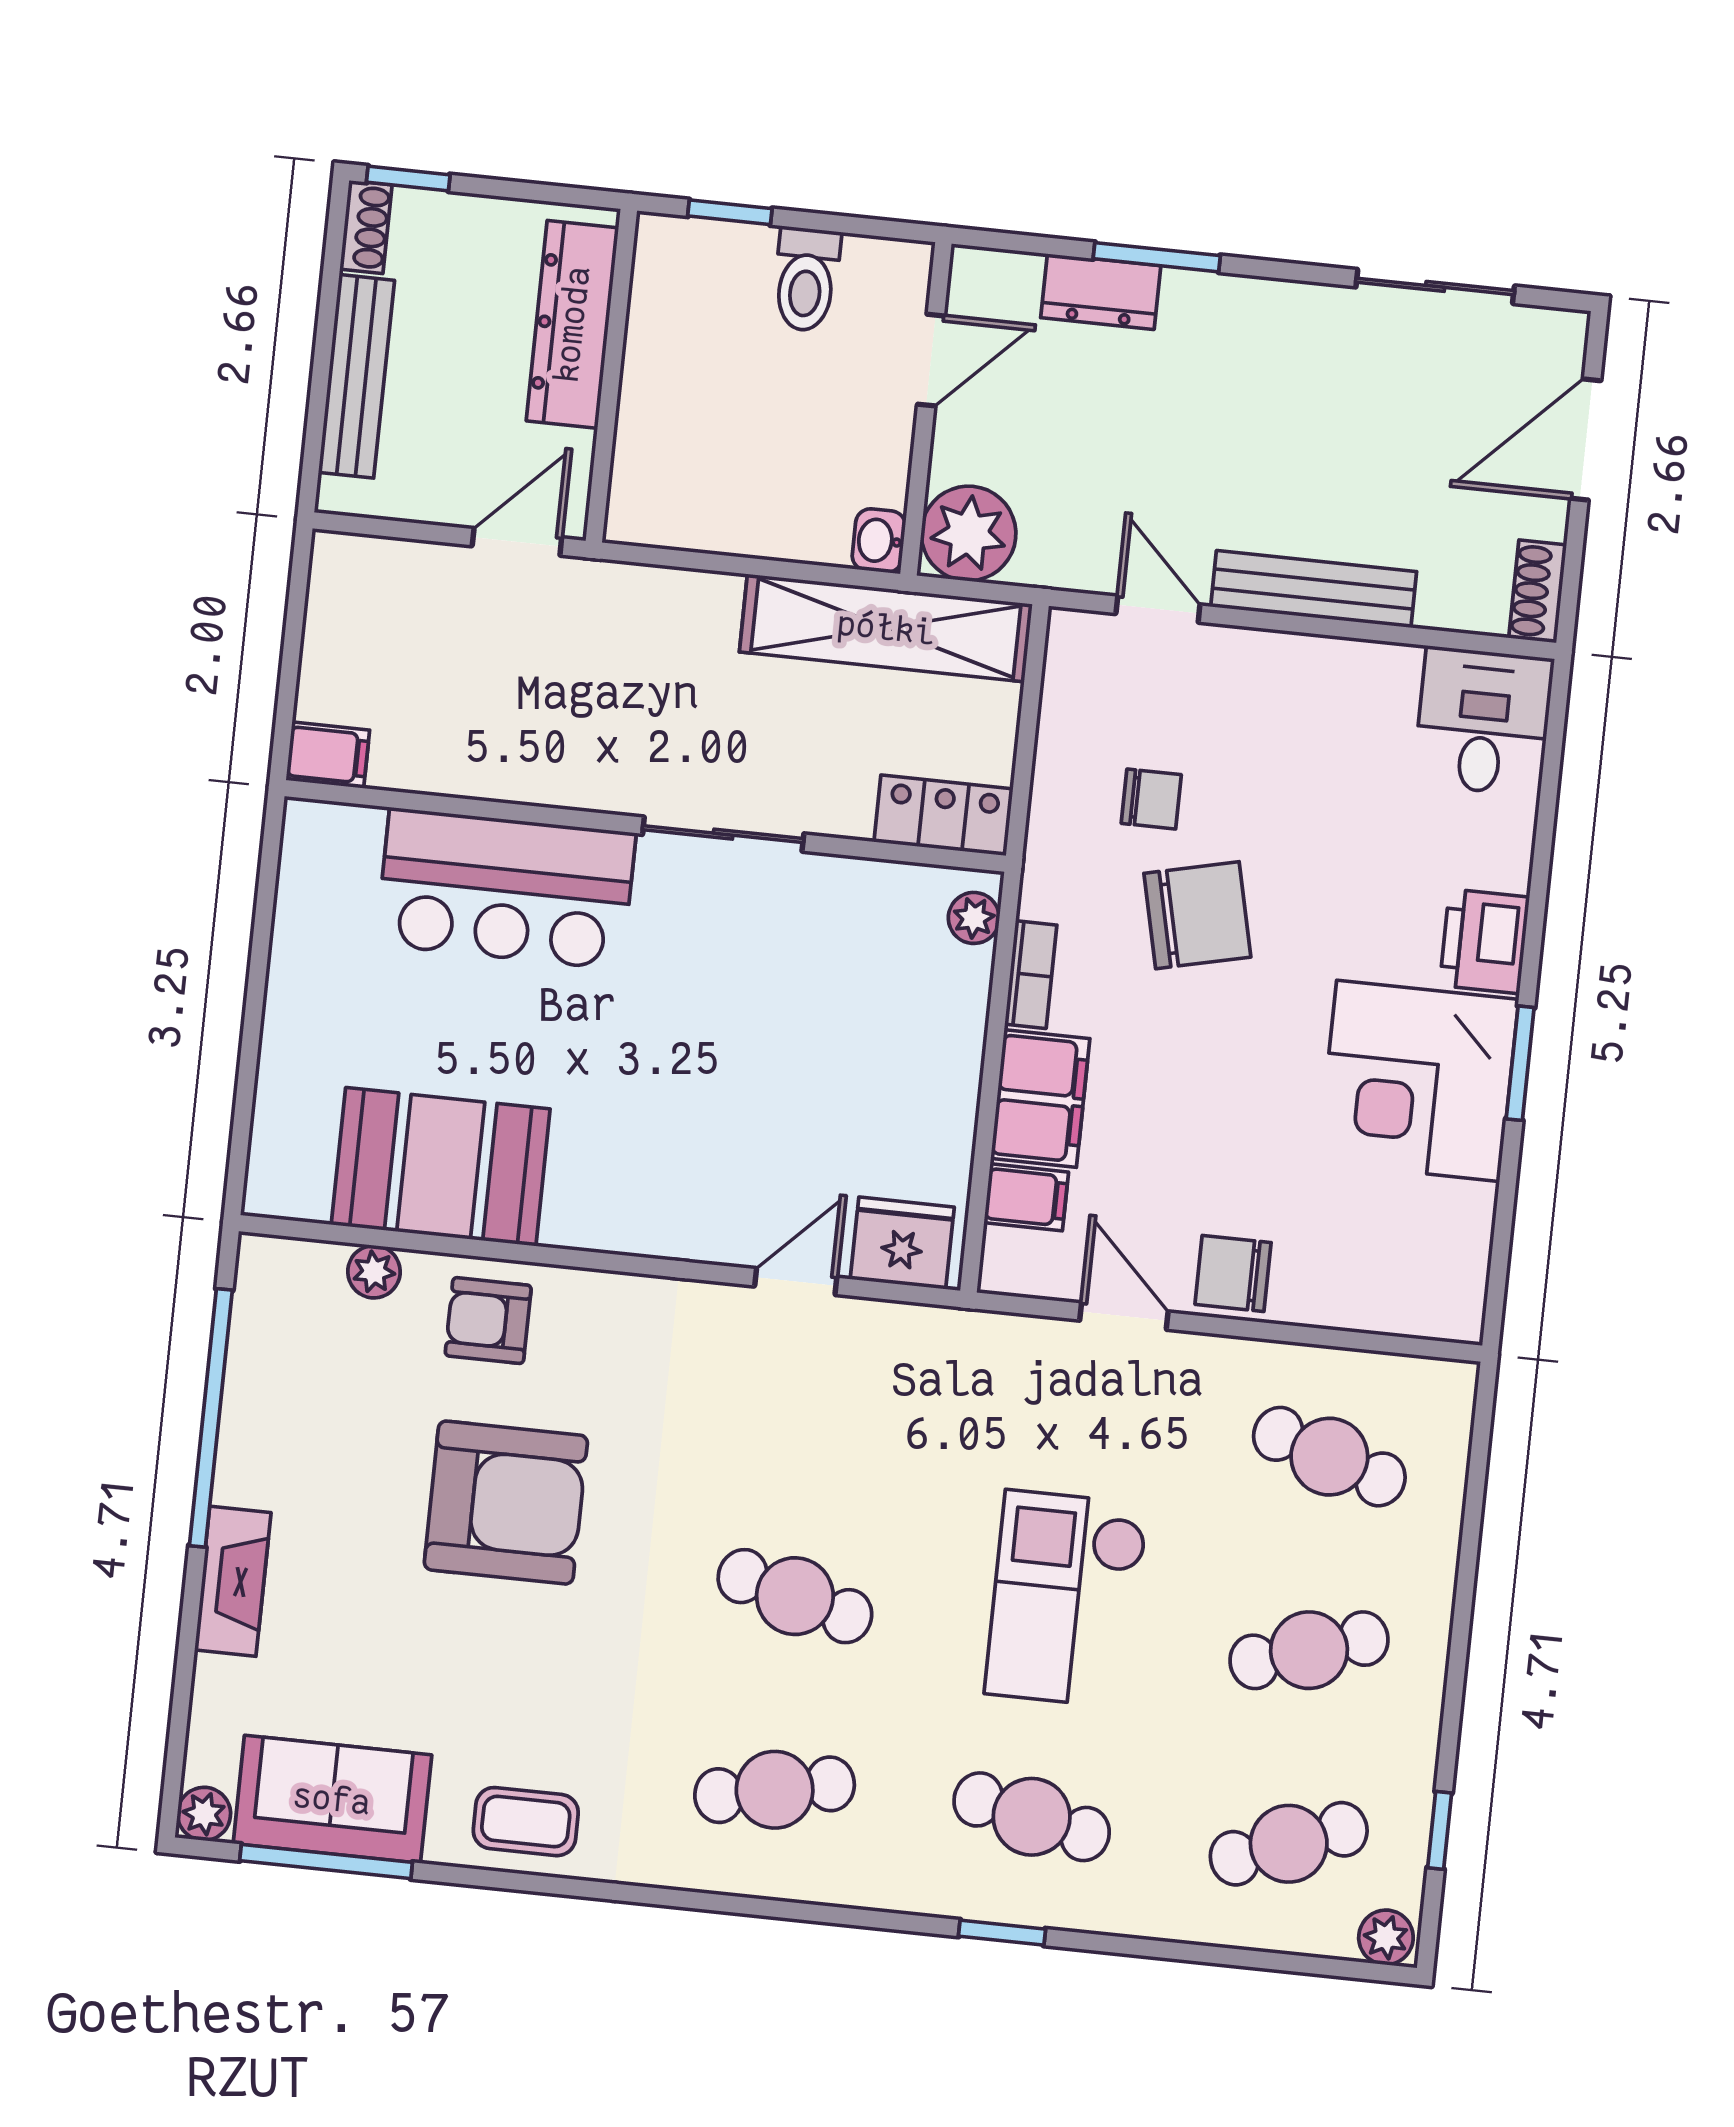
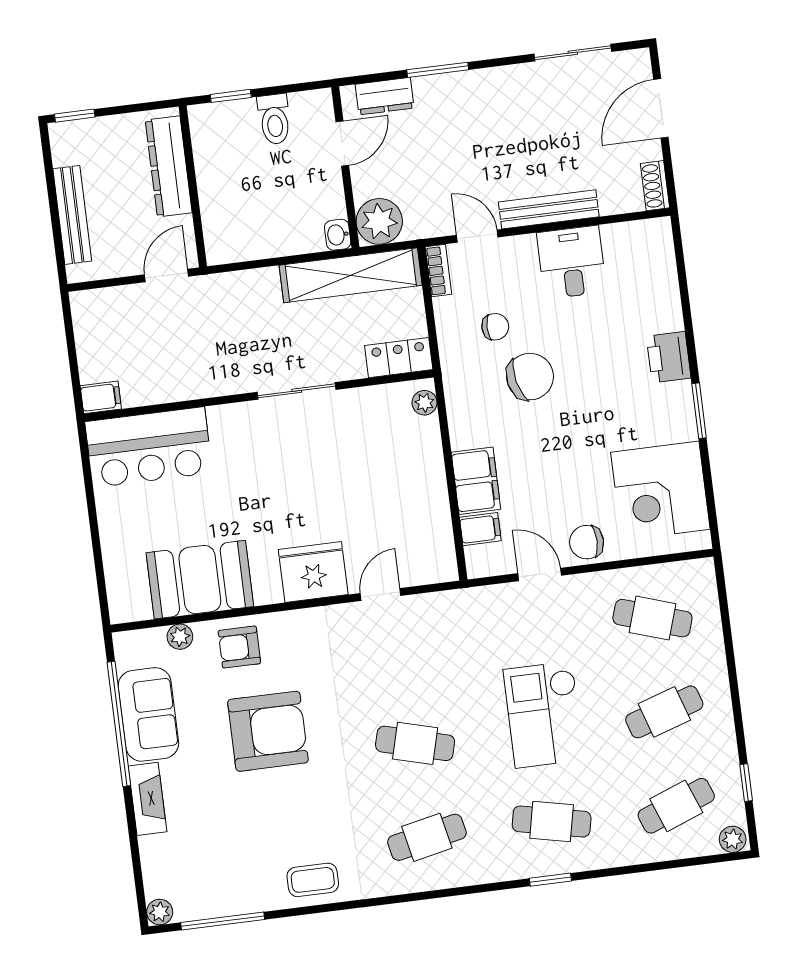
shoe rack: (366, 227) -> (60, 143), removed
dresser: (1101, 292) -> (385, 96), moved
desk: (1483, 721) -> (572, 262), moved
bar counter: (506, 889) -> (149, 447), moved
bookcase: (1031, 975) -> (438, 271), moved
corner desk: (1418, 1081) -> (660, 491), moved
fridge: (902, 1243) -> (313, 572), moved, width x1.36, depth x1.34
sofa: (332, 1799) -> (148, 714), moved, turned 90

